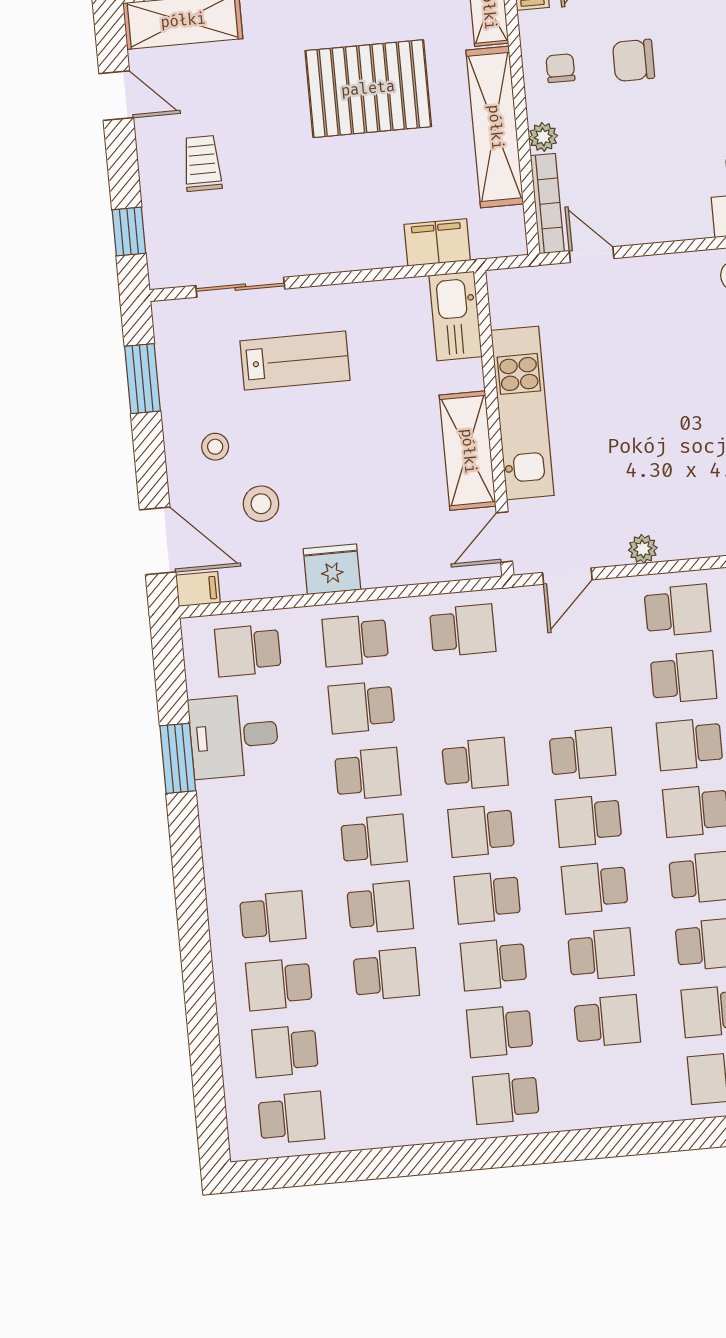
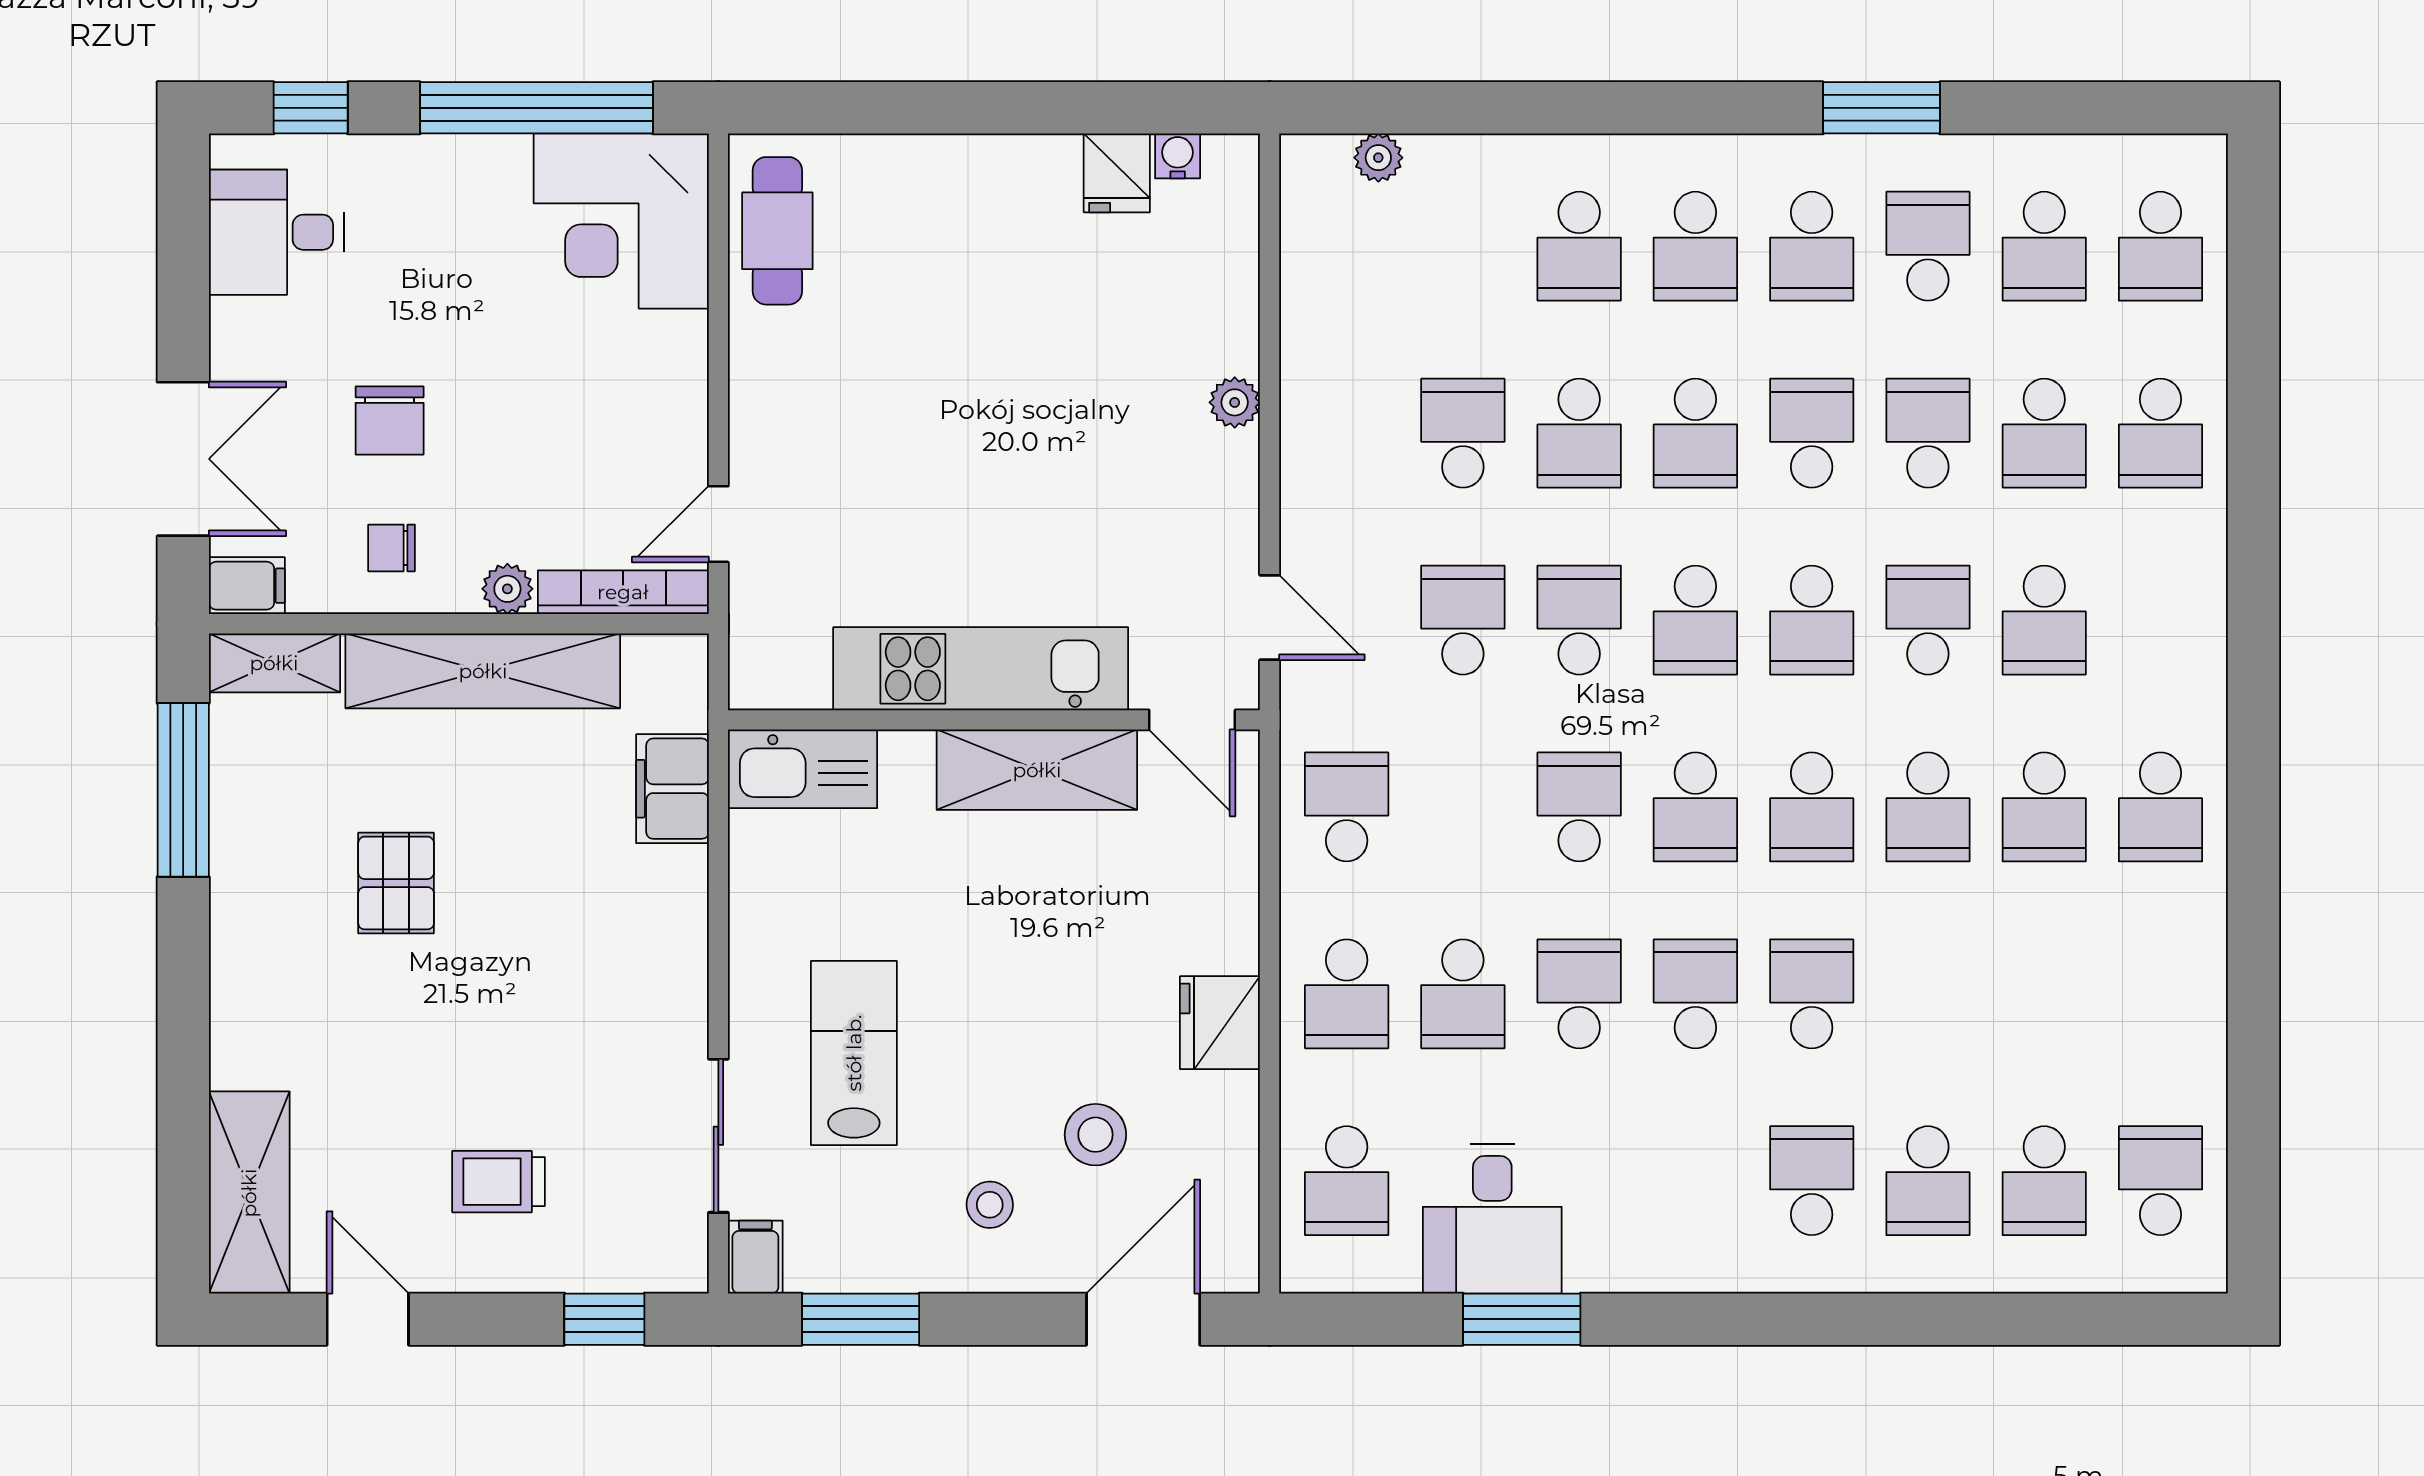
pallet: (368, 89) -> (396, 883), width x0.49, depth x0.50
door: (116, 96) -> (368, 1319), hinge flipped
plant: (643, 549) -> (1235, 402), moved
filing cabinet: (198, 589) -> (755, 1257), moved
school desk: (677, 611) -> (1463, 620), moved
school desk: (386, 974) -> (1928, 994), removed
school desk: (607, 1021) -> (2044, 620), turned 180

